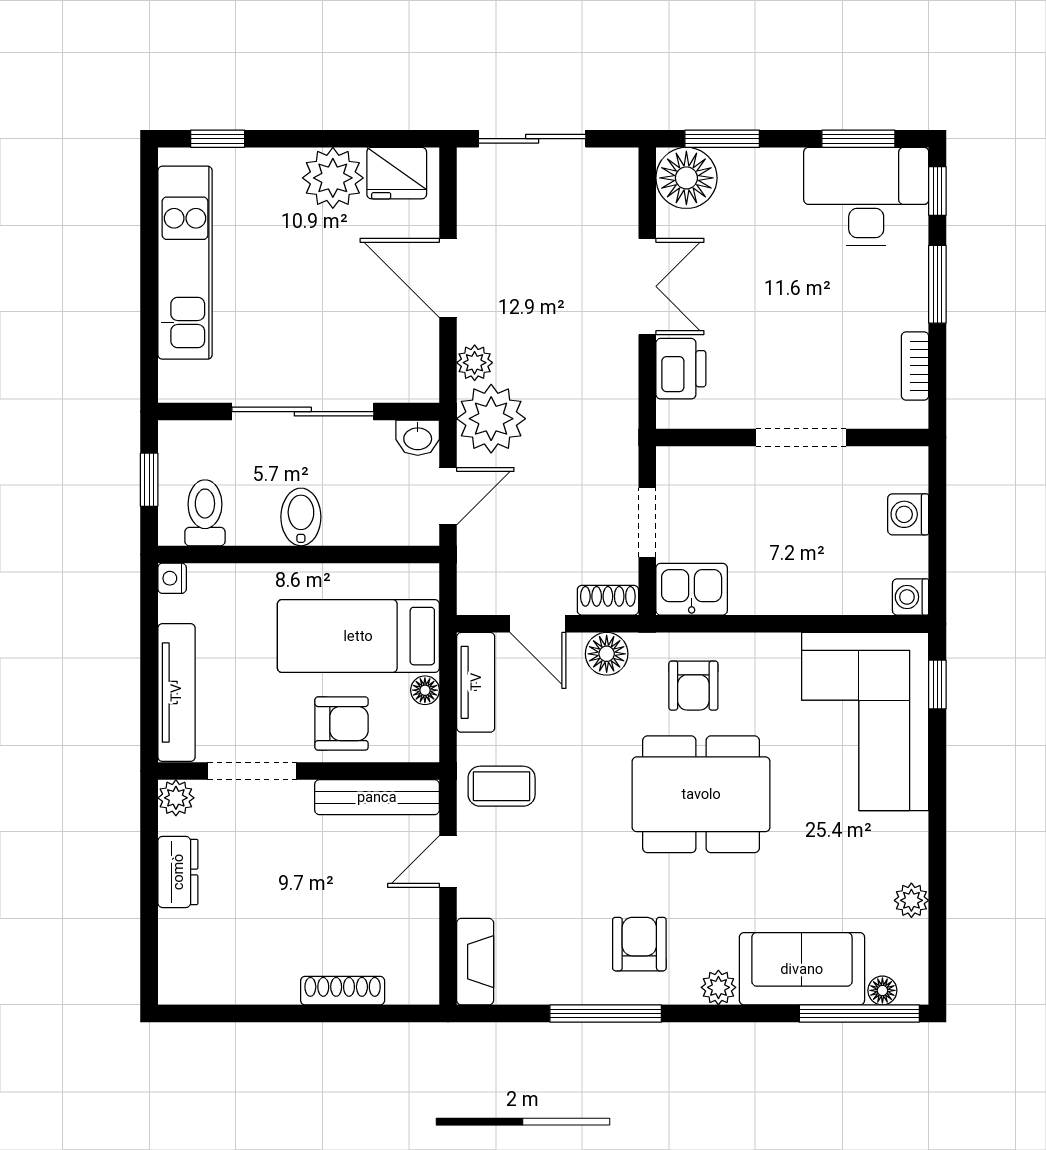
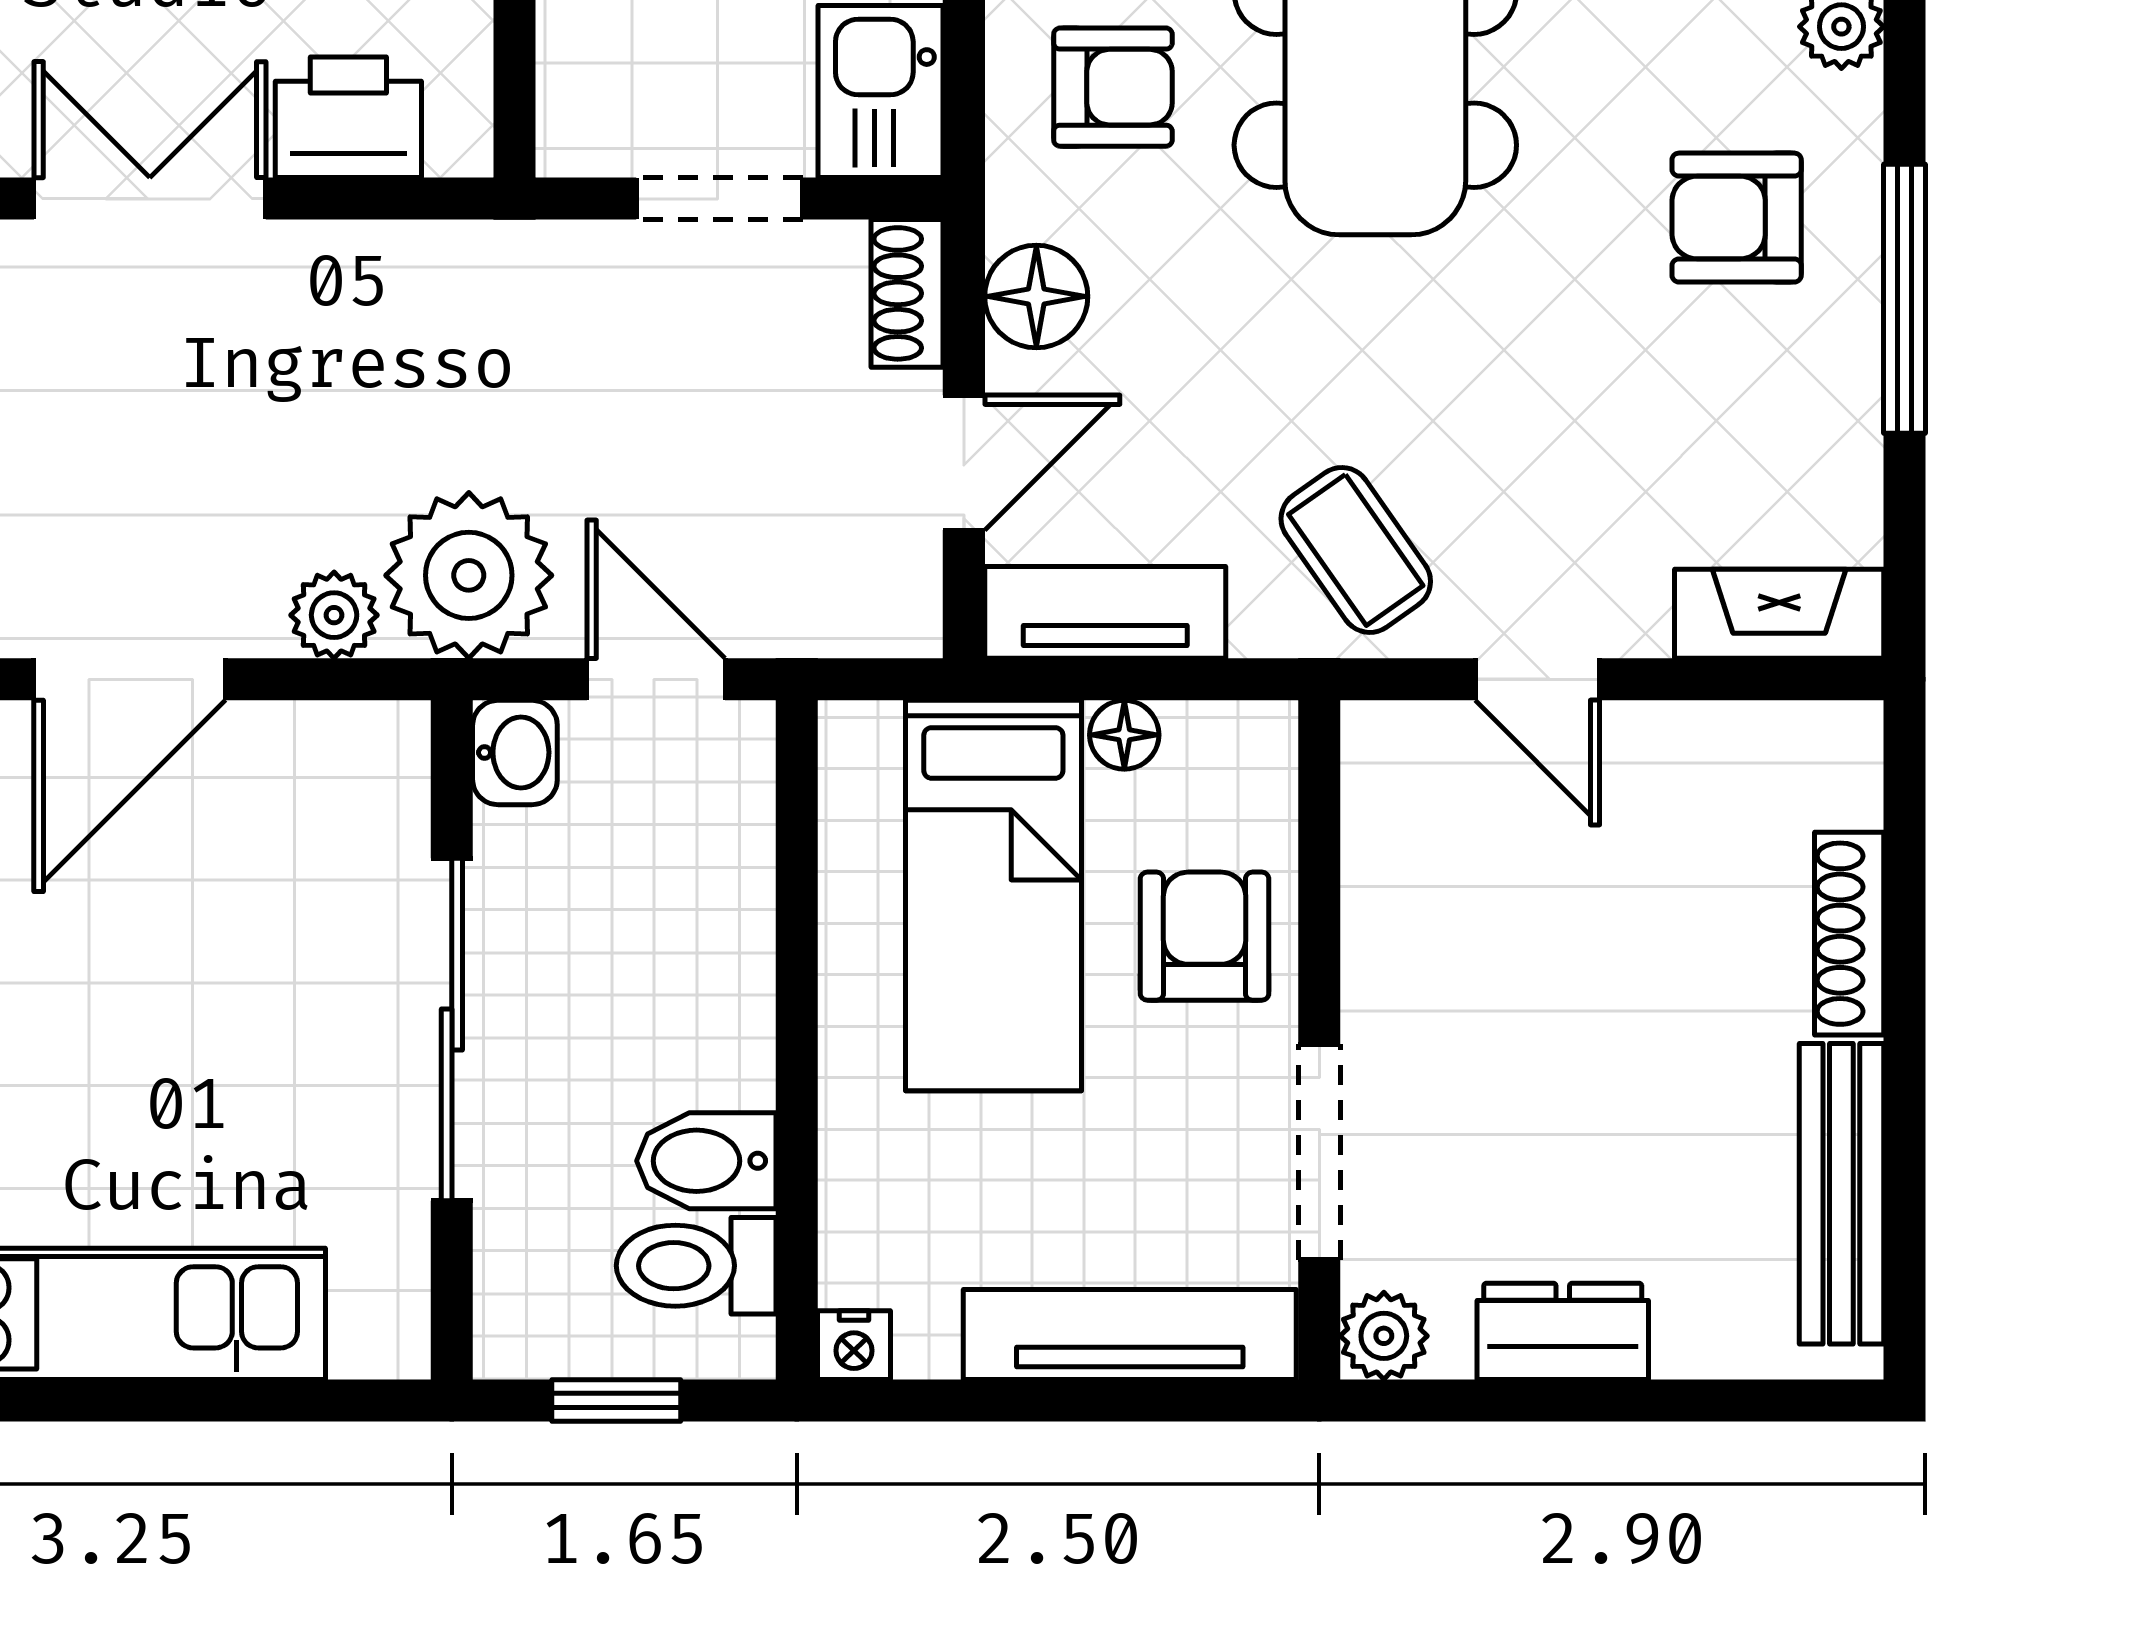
bidet: (301, 517) -> (706, 1161), moved
coffee table: (502, 786) -> (1356, 550), turned -35
bench: (377, 797) -> (1841, 1194), moved

